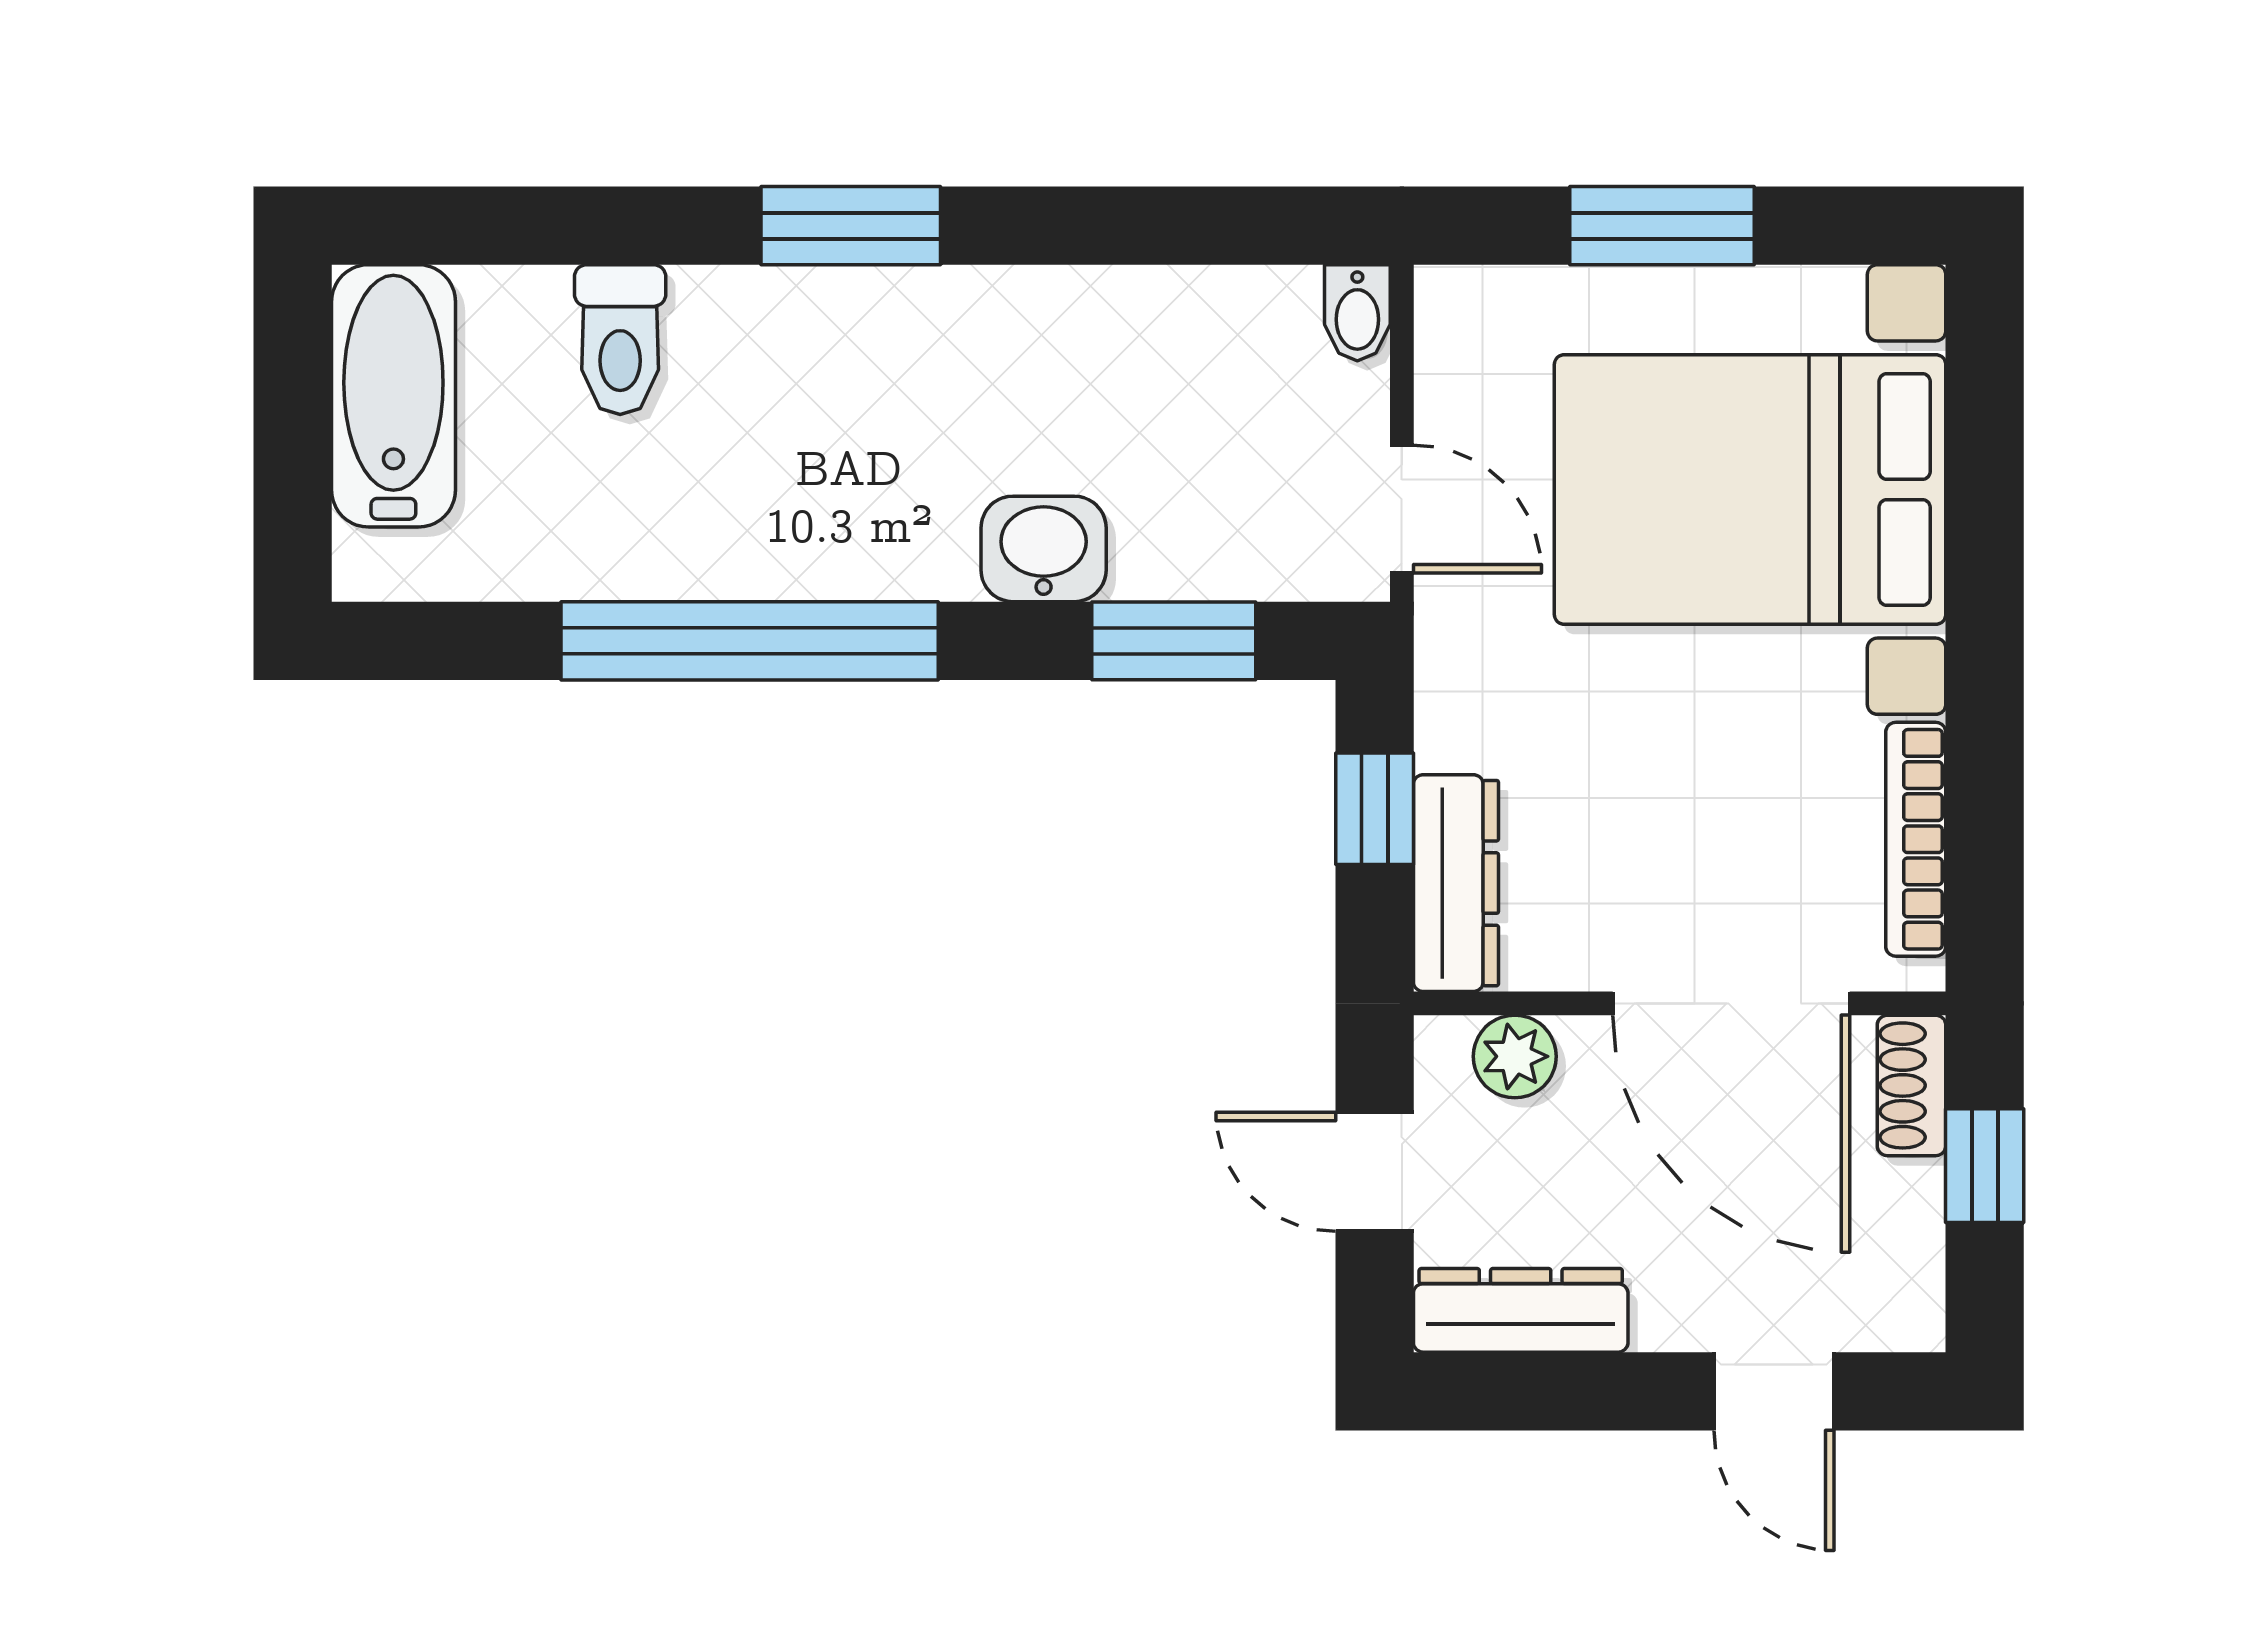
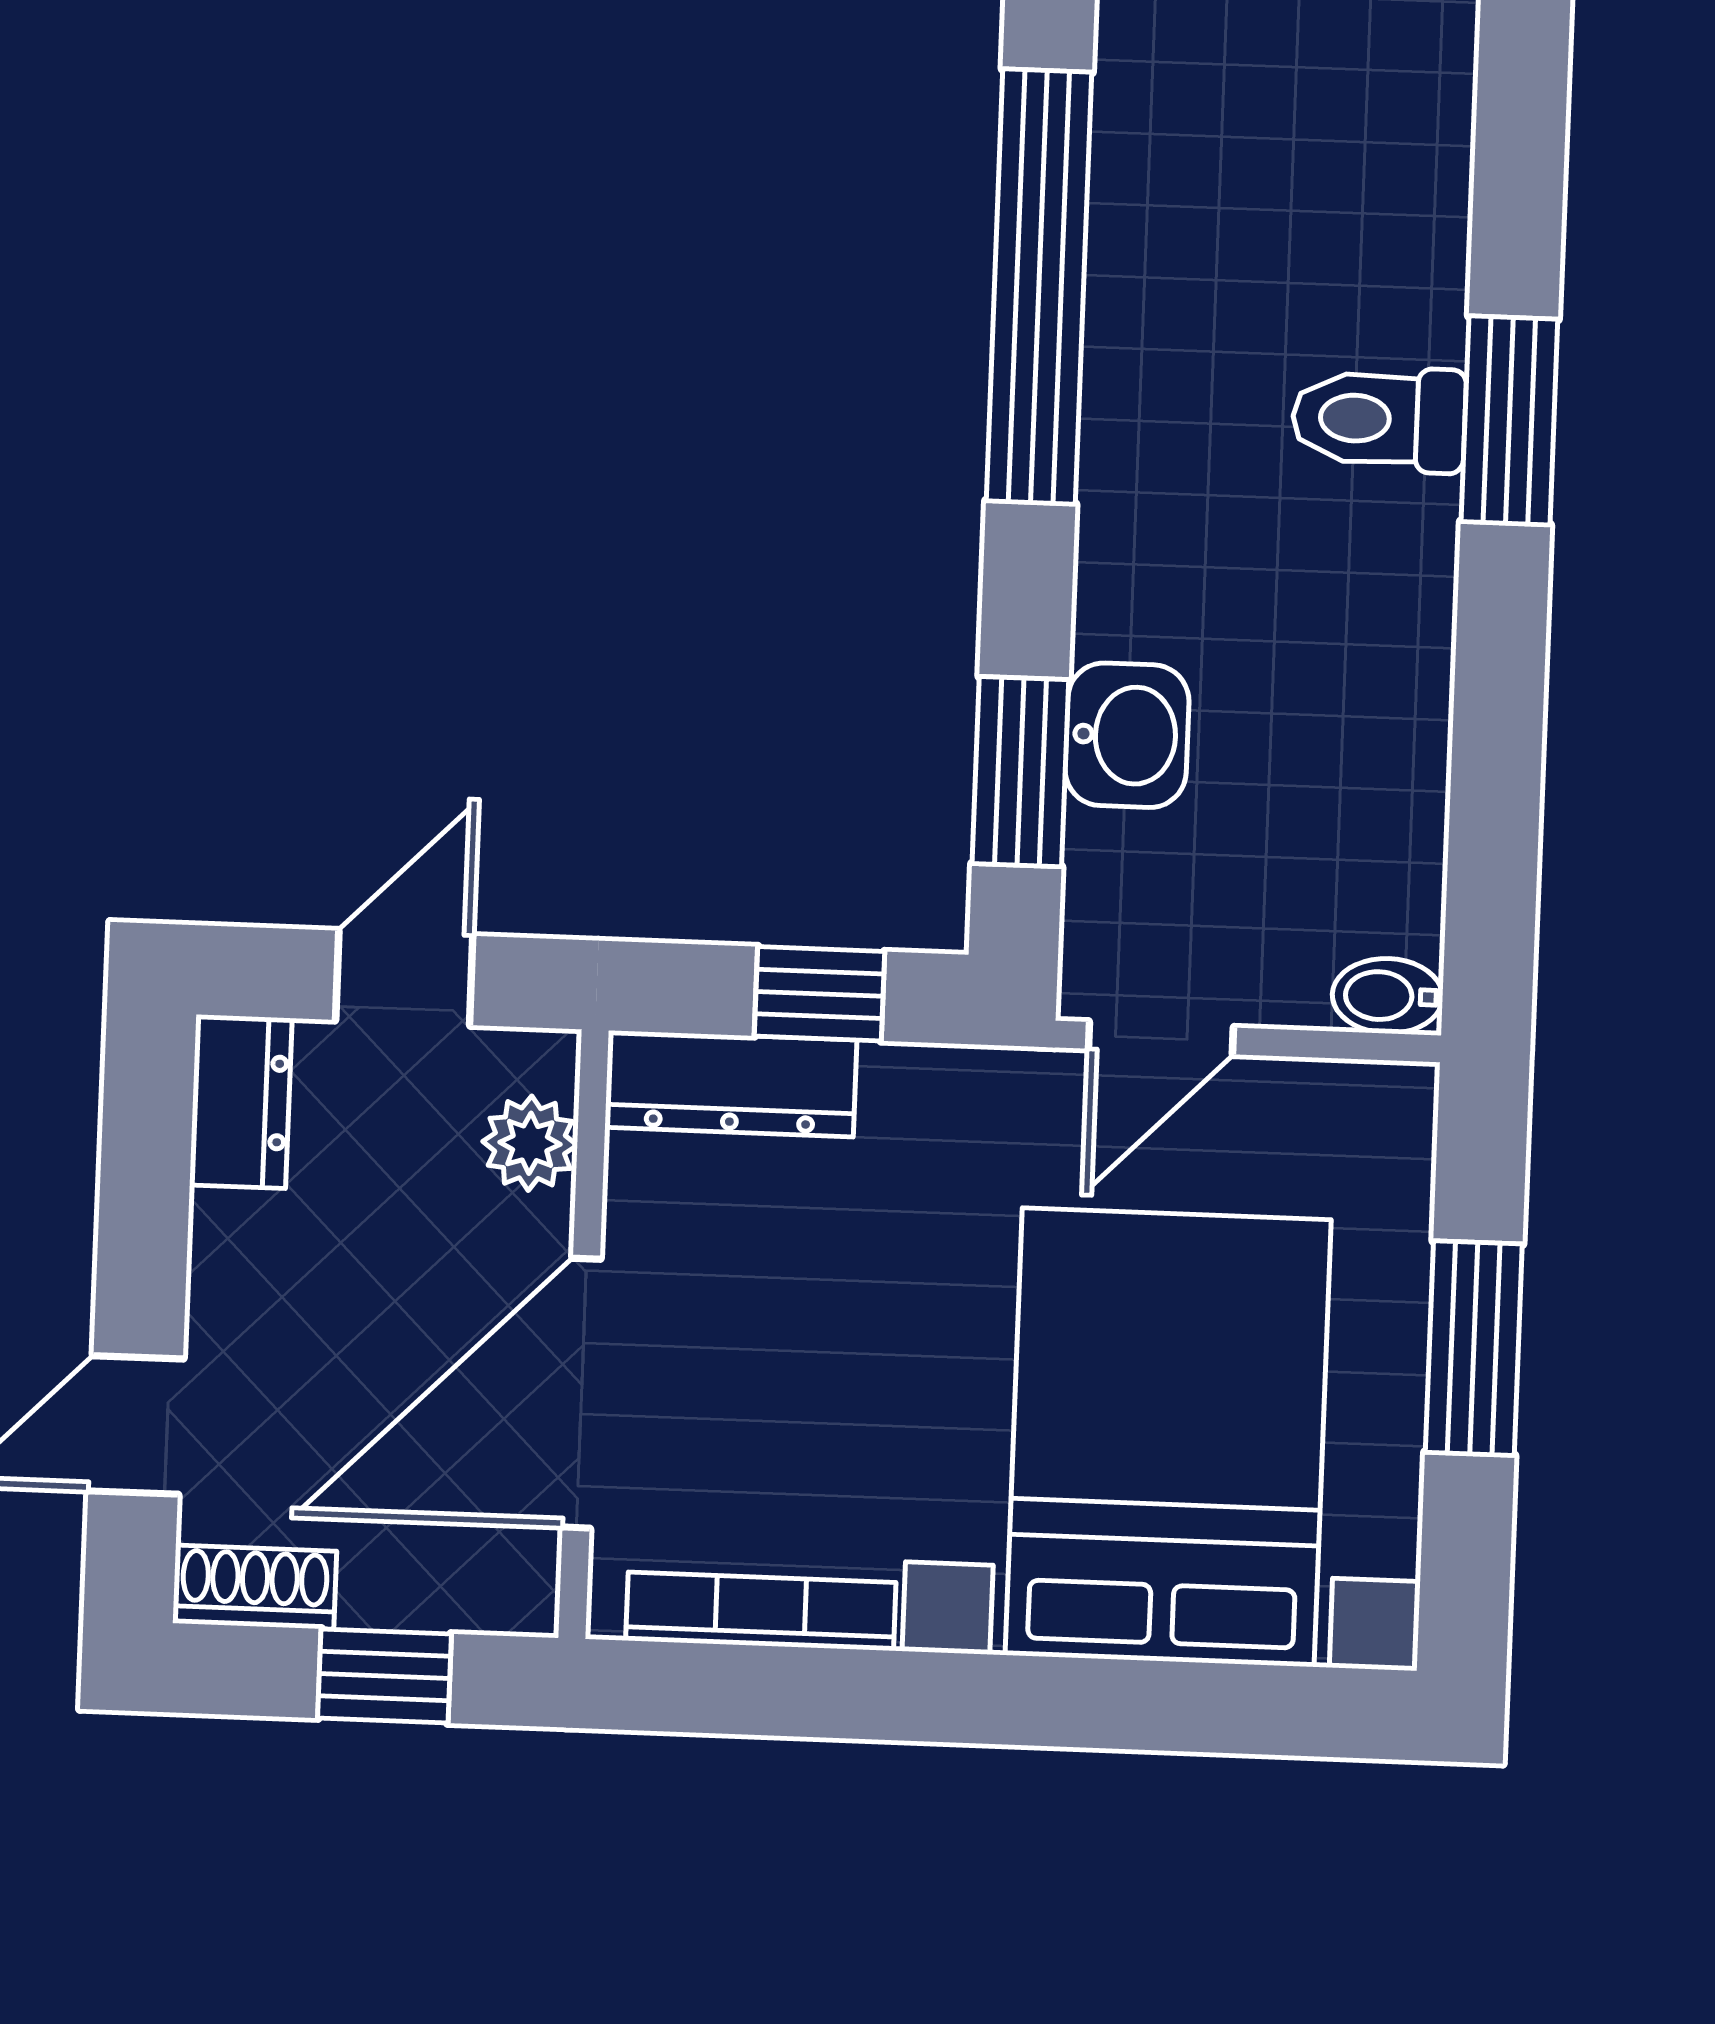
toilet: (620, 340) -> (1379, 419), moved
washbasin: (1044, 549) -> (1127, 735), moved
shoe rack: (1912, 1085) -> (255, 1587), moved
dresser: (1521, 1310) -> (241, 1102), width x0.70

